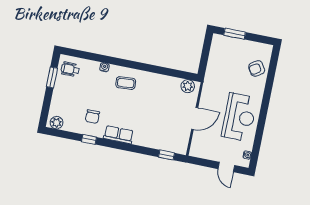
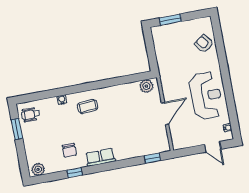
armchair: (257, 68) -> (204, 44), turned 86

